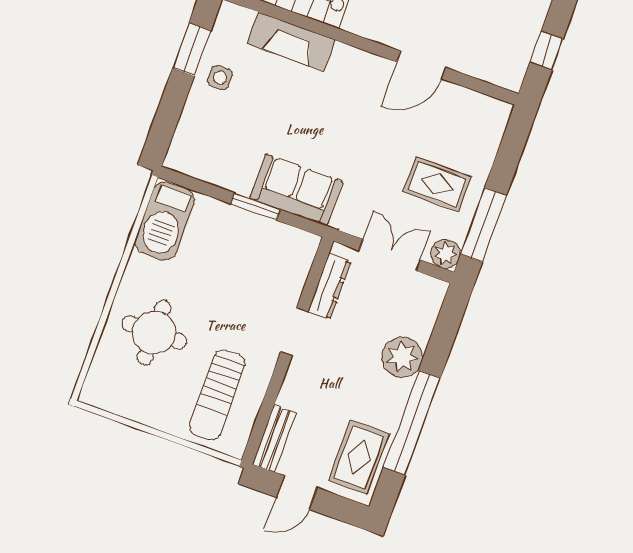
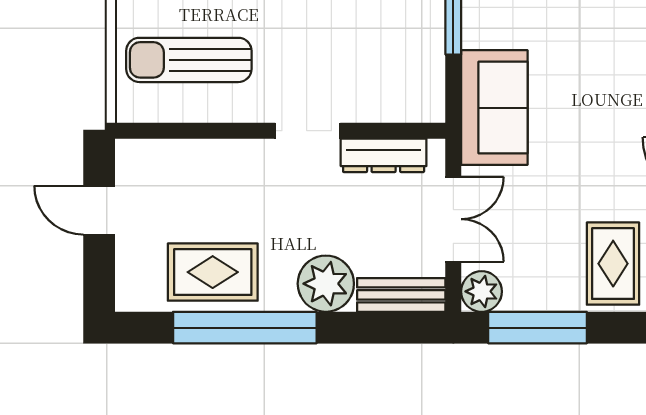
rug: (437, 184) -> (613, 264), moved
sofa: (296, 190) -> (494, 108), moved
bench: (274, 439) -> (401, 295), moved
rug: (359, 457) -> (213, 272), moved

